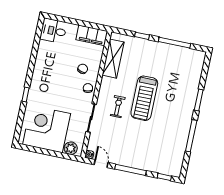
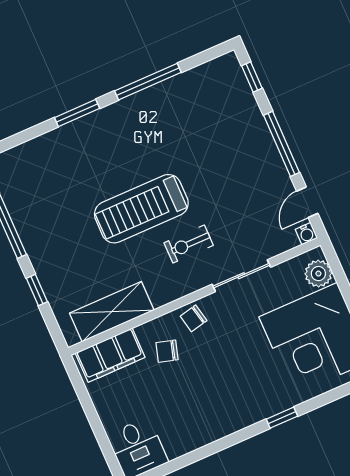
filing cabinet: (92, 35) -> (110, 355), moved, turned 90
treadmill: (144, 98) -> (141, 209), turned 180

